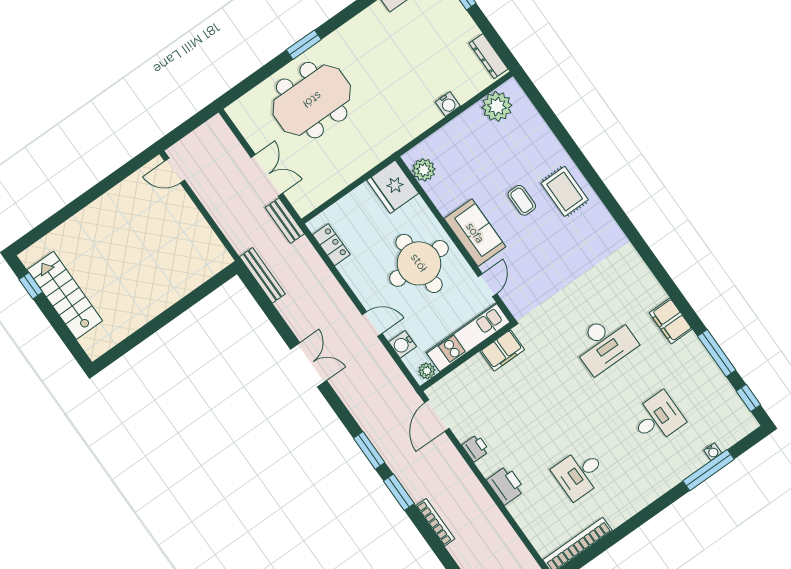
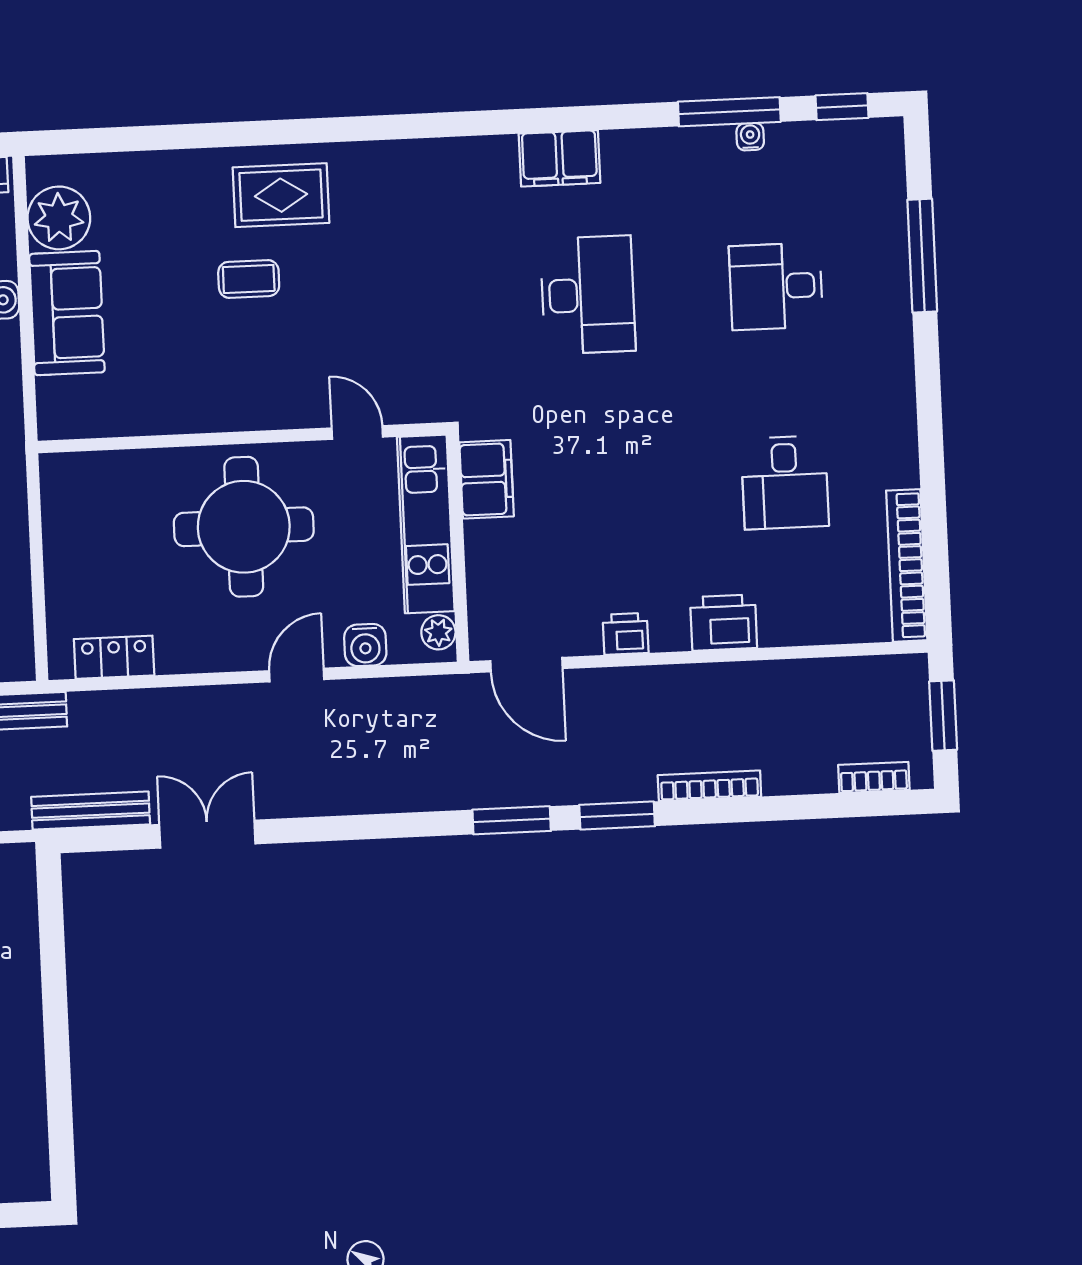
plant: (424, 170) -> (87, 415), removed
fridge: (393, 187) -> (82, 487), removed
sofa: (475, 233) -> (67, 313), moved, turned 90
filing cabinet: (671, 321) -> (559, 158), moved
double door: (309, 365) -> (207, 834), moved
desk: (657, 418) -> (776, 286), turned -90
water cooler: (713, 452) -> (750, 137), moved, turned -90

